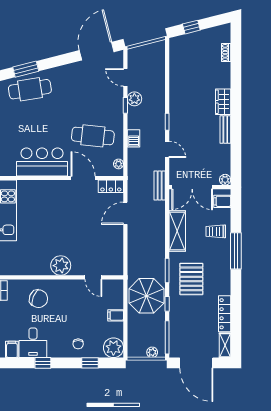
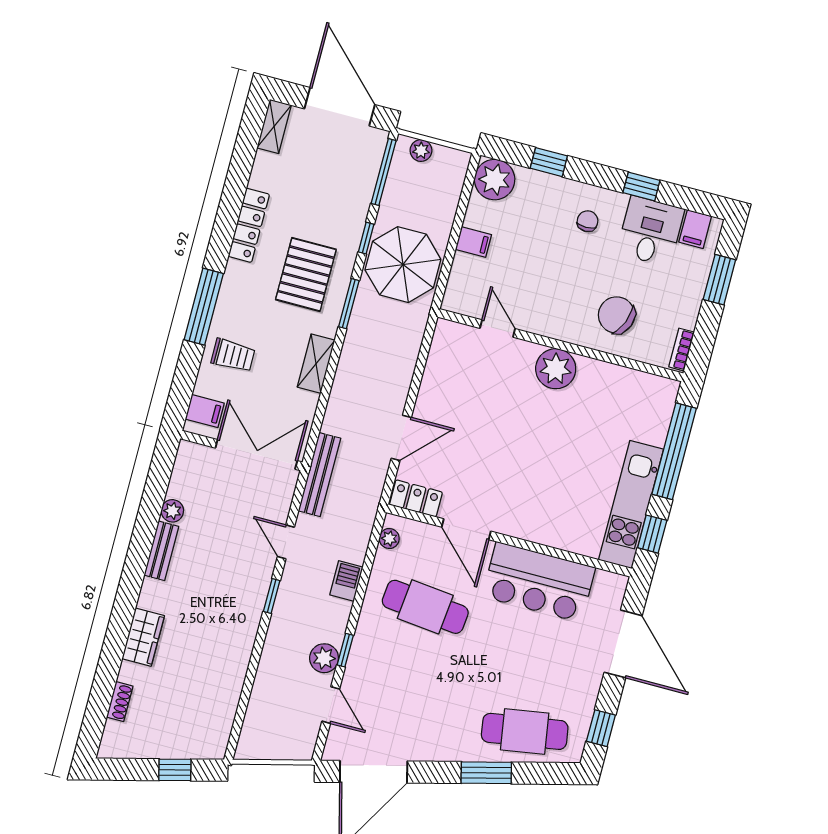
window: (26, 69) -> (486, 773), moved
wardrobe: (223, 102) -> (143, 637), moved
plant: (225, 180) -> (172, 511), moved
bench: (160, 186) -> (320, 475), width x1.36
shelving: (177, 231) -> (316, 364), width x0.67, depth x0.75
locker: (225, 314) -> (249, 225), moved
chair: (78, 344) -> (587, 221), moved

